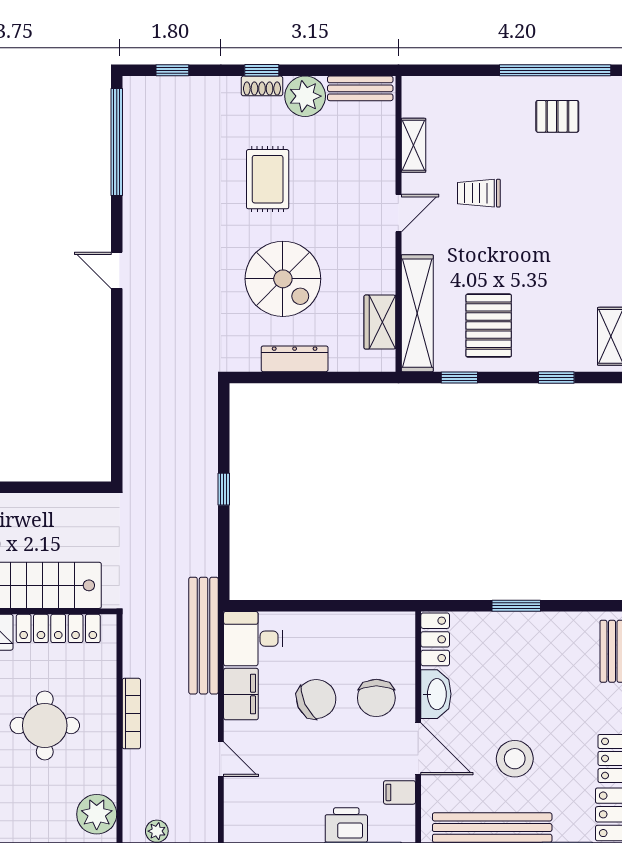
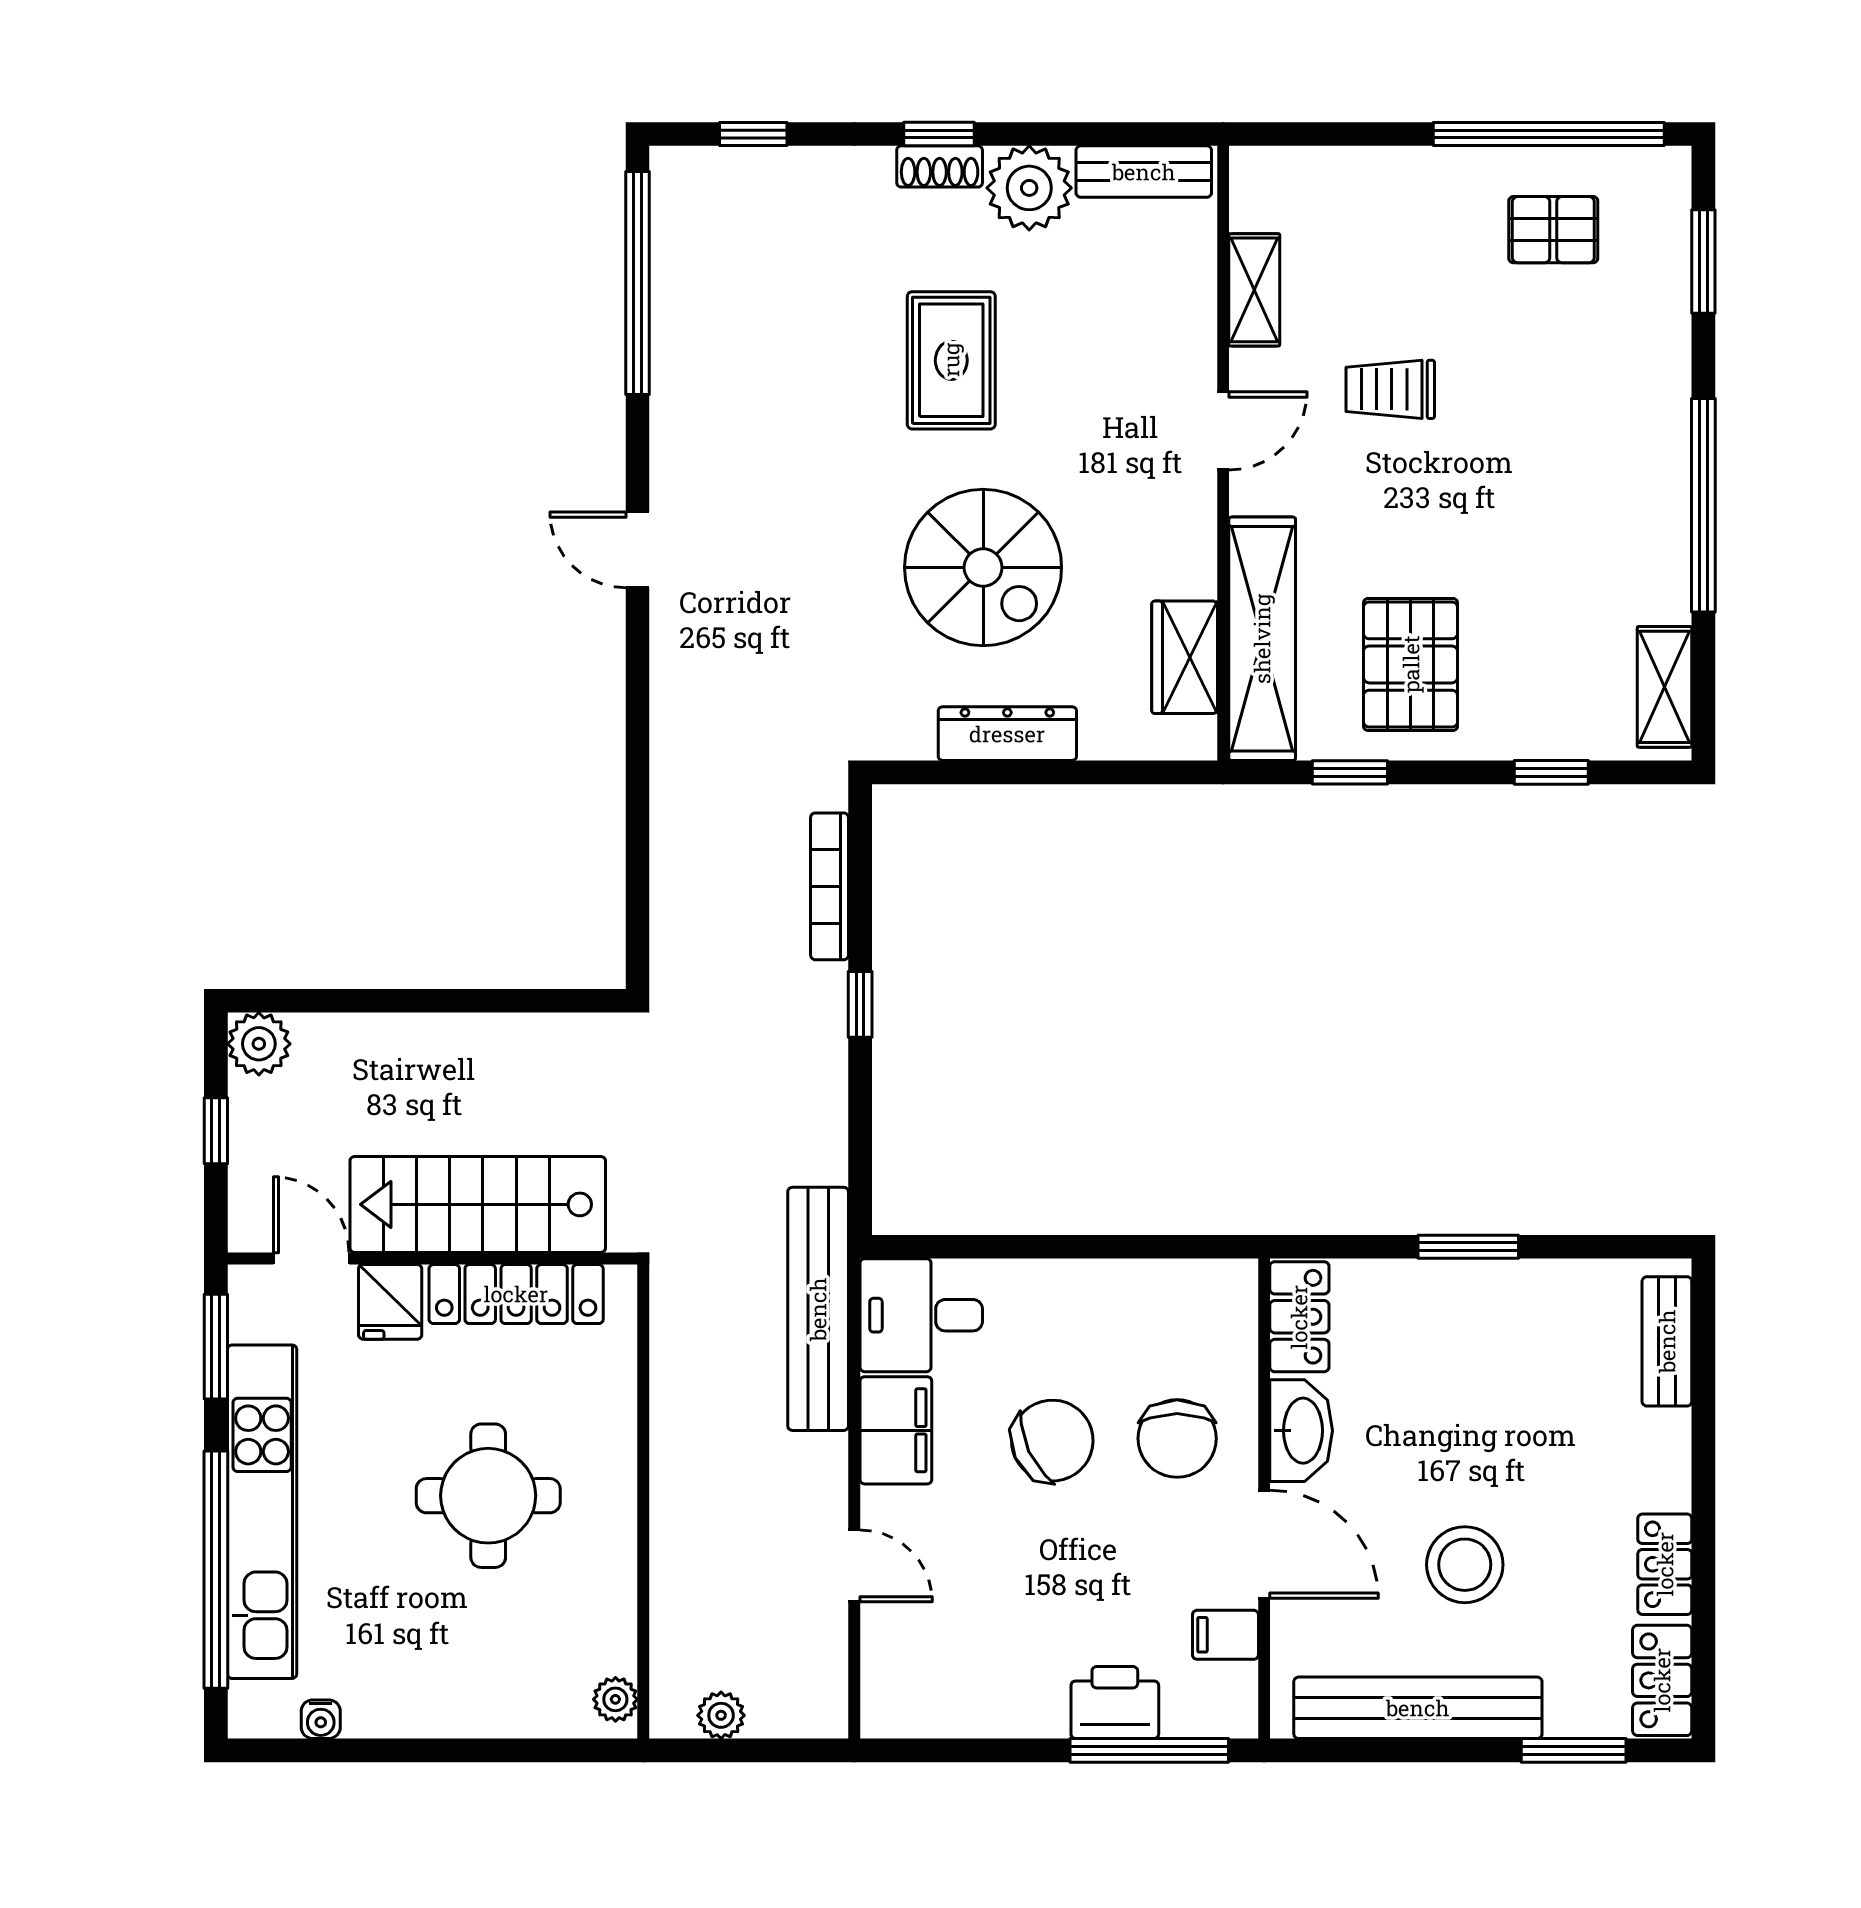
bookcase: (131, 714) -> (830, 886), moved, turned 180
plant: (97, 814) -> (615, 1699), width x0.53, depth x0.53

